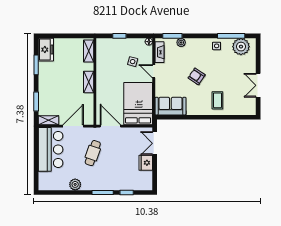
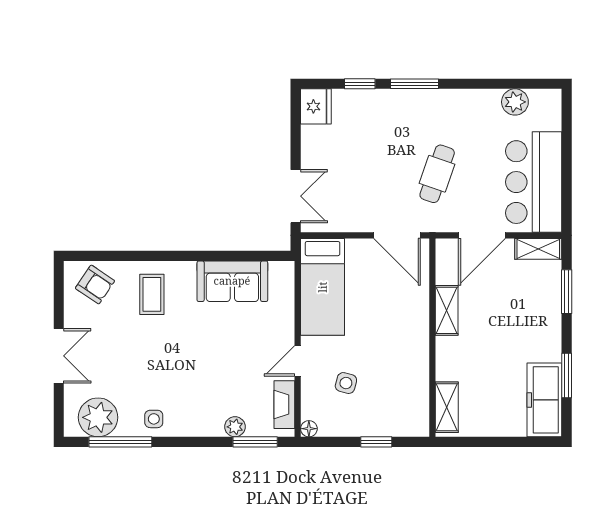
freezer: (46, 50) -> (544, 400), width x1.40
door: (154, 71) -> (298, 361), swing flipped
armchair: (197, 76) -> (95, 285), moved
shelving: (89, 82) -> (447, 310), moved
double door: (258, 85) -> (59, 356), moved
bed: (138, 104) -> (323, 287), width x0.67
sofa: (170, 106) -> (232, 281), moved
fridge: (146, 163) -> (316, 106), moved
plant: (75, 184) -> (515, 102), moved

